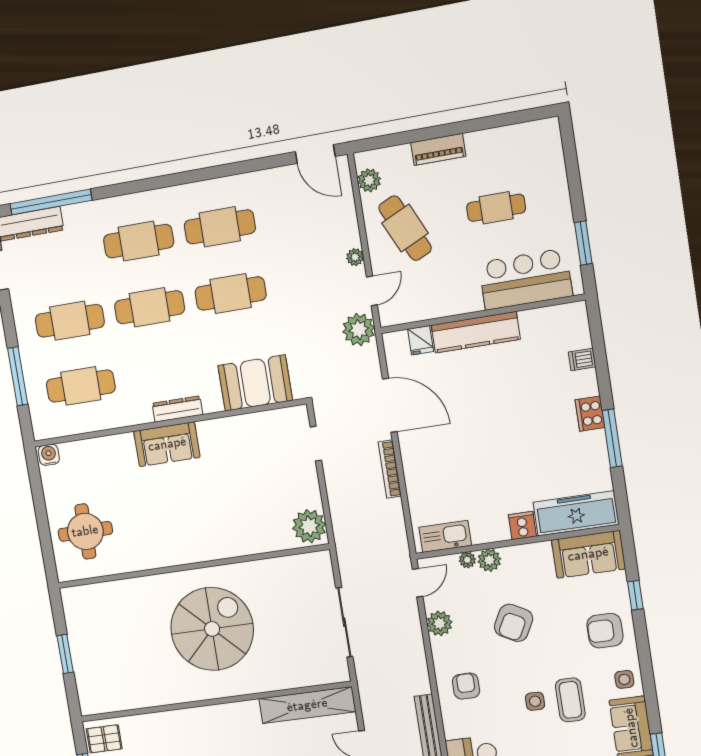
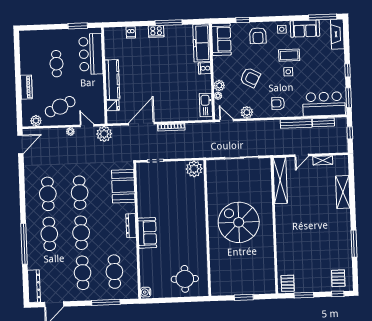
window: (51, 202) -> (24, 244), moved

